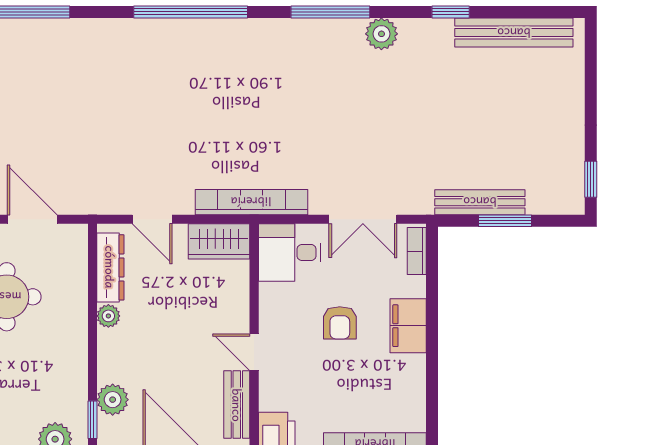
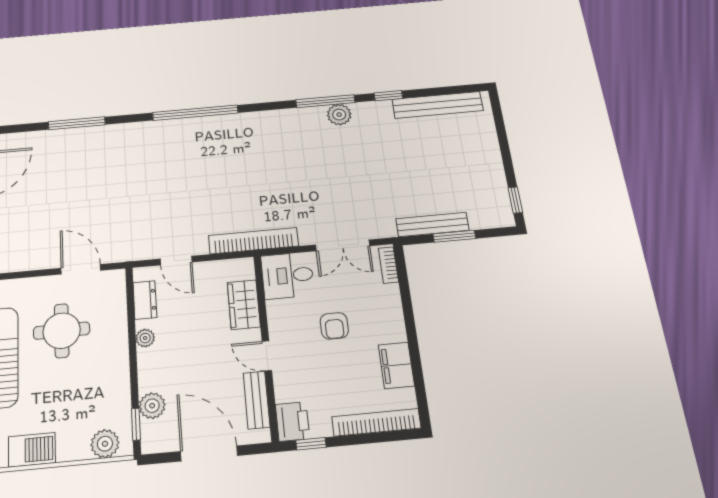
window: (330, 12) -> (325, 101), moved
wardrobe: (219, 241) -> (244, 305), moved, turned 90
dresser: (110, 267) -> (145, 300), width x0.70
filing cabinet: (408, 326) -> (396, 365), moved

